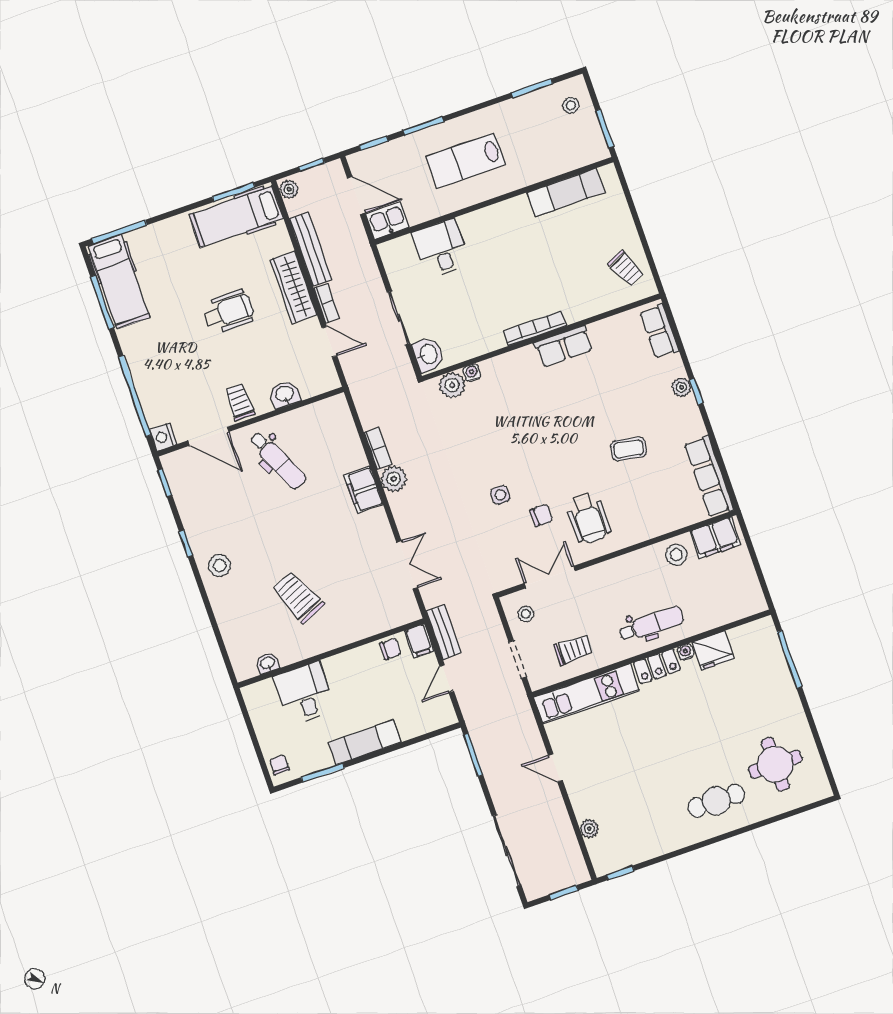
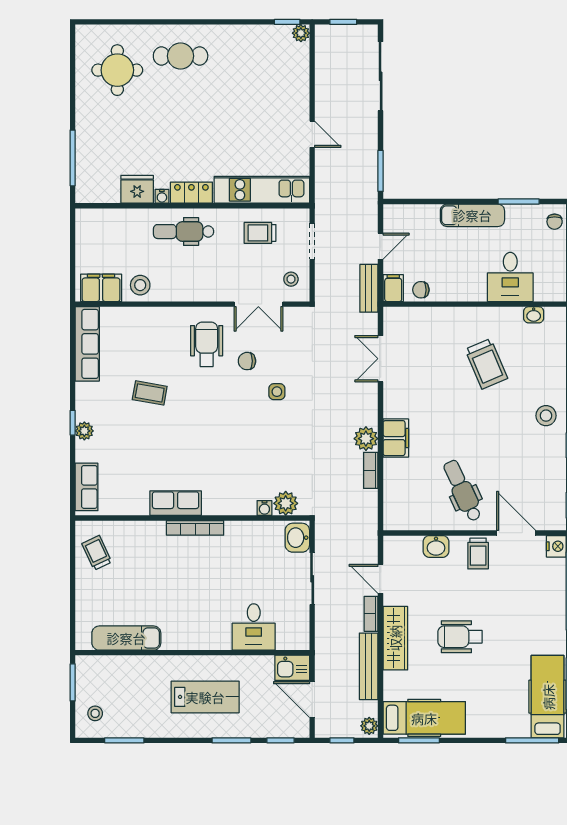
plant: (589, 829) -> (301, 33), moved

